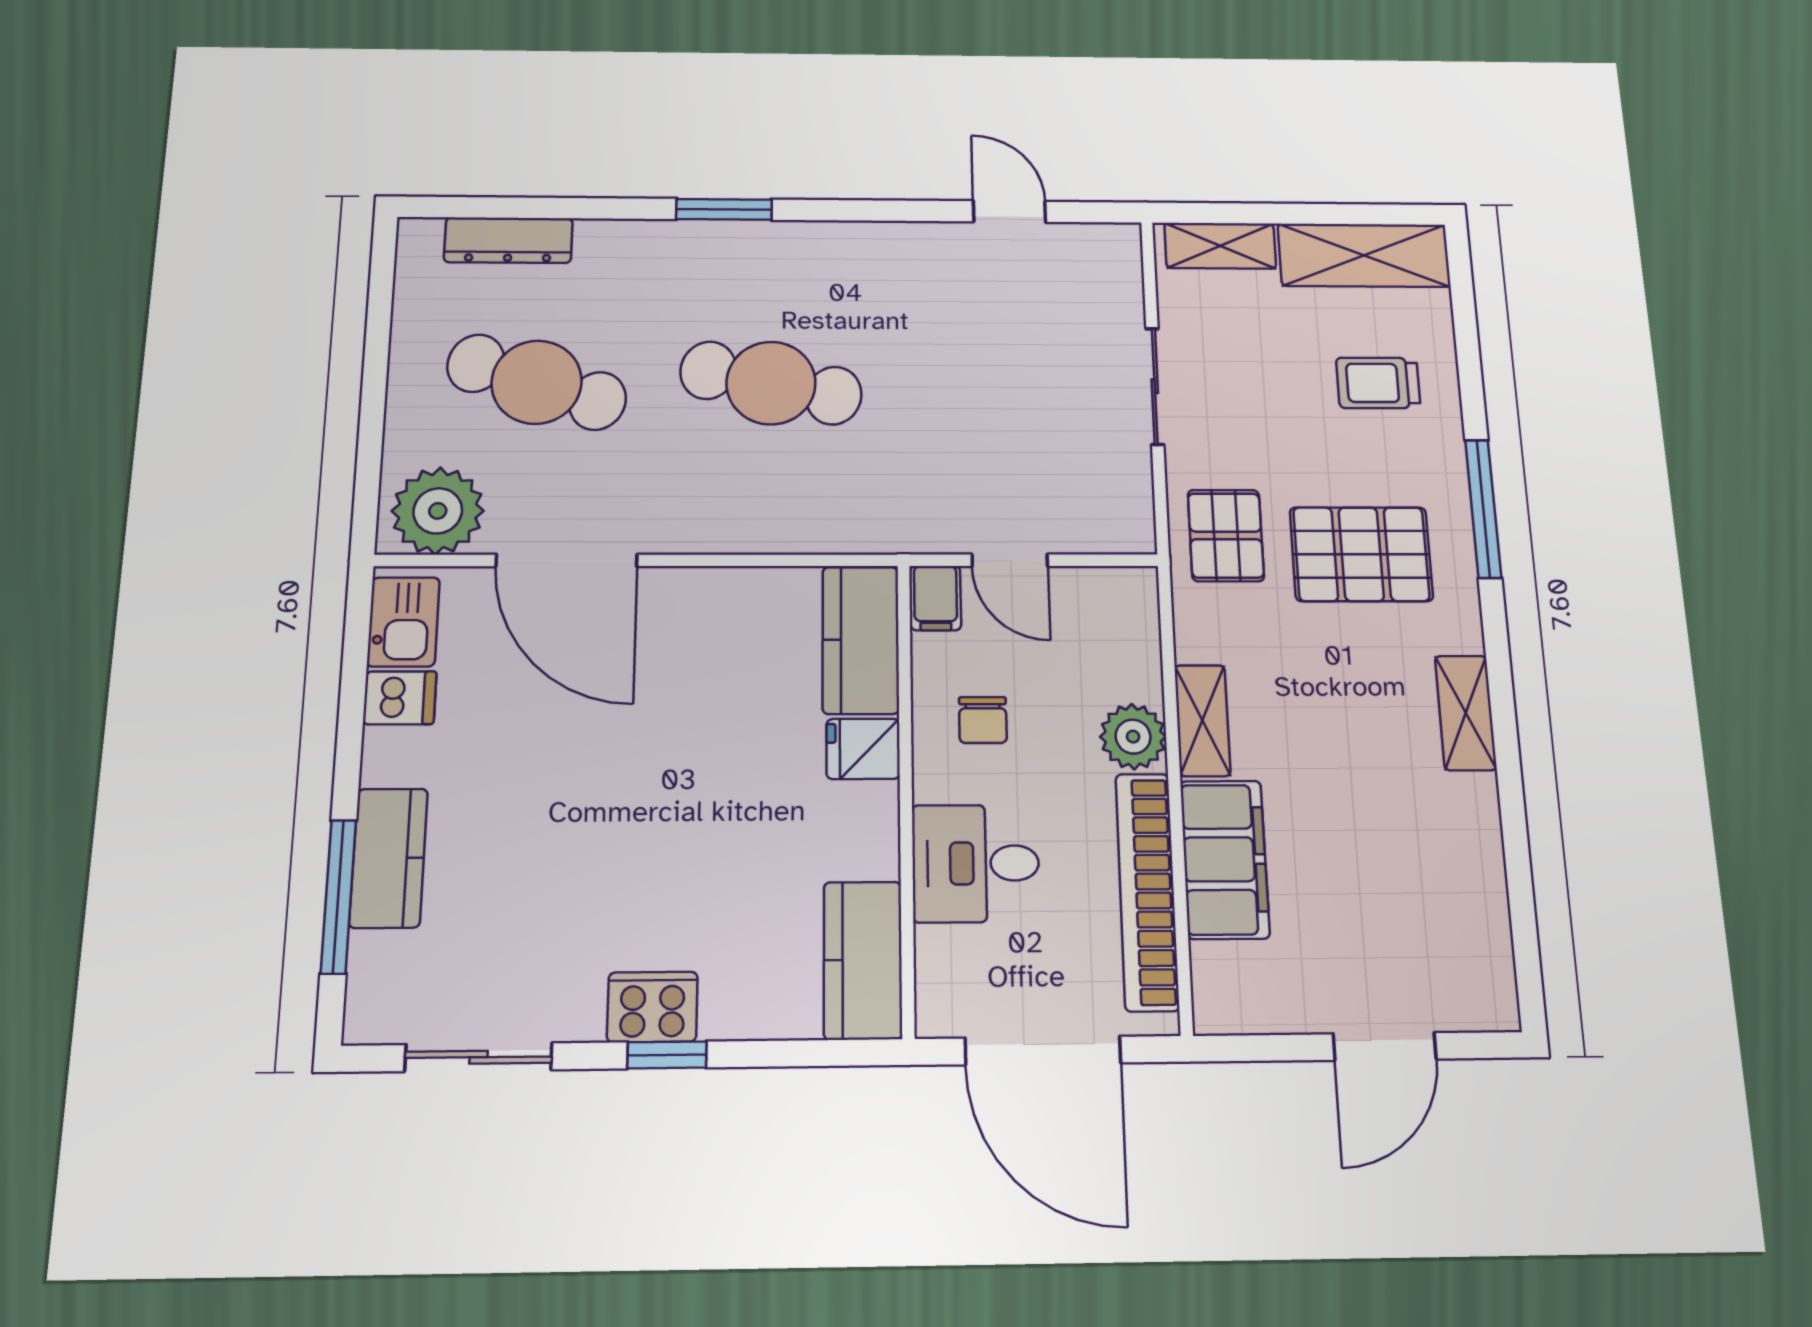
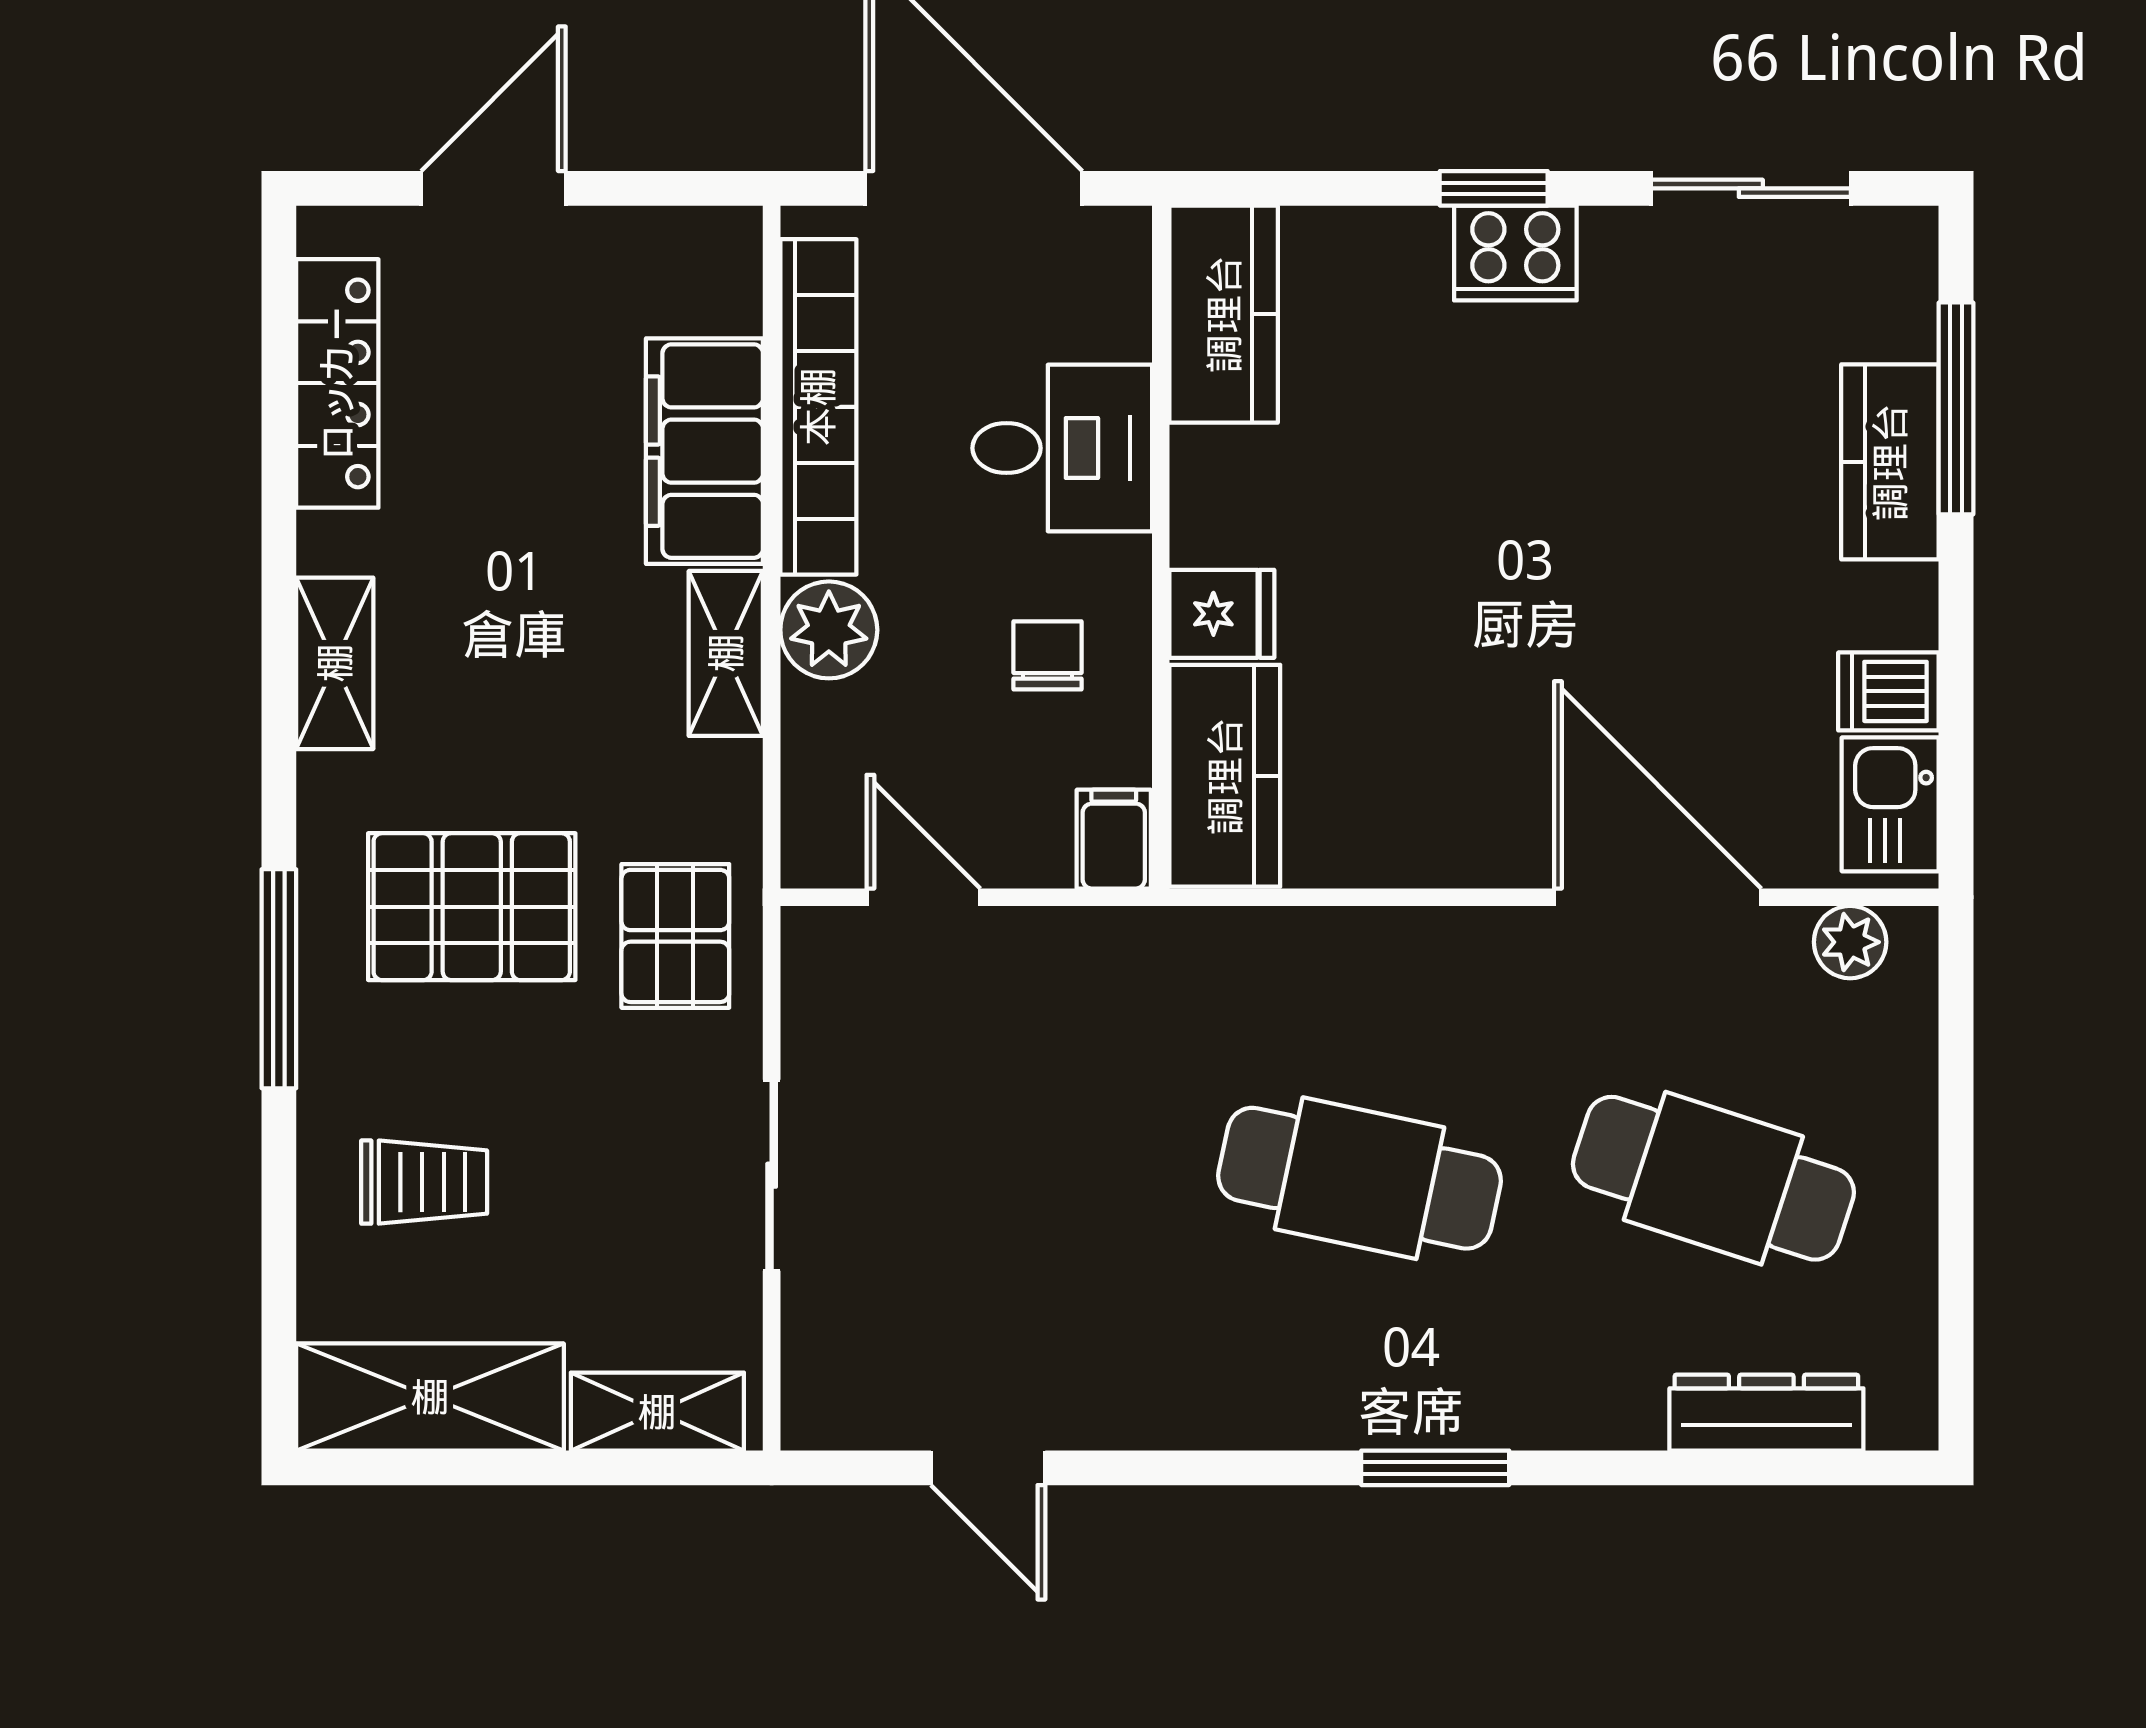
plant: (438, 511) -> (1850, 942), width x0.53, depth x0.53
door: (1010, 560) -> (923, 897), moved
locker: (1482, 905) -> (337, 383), added

